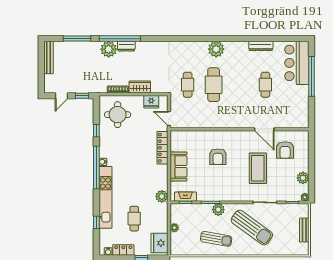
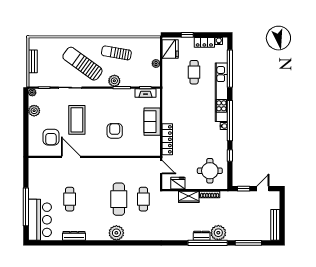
armchair: (285, 150) -> (51, 137), turned 180
plant: (162, 196) -> (168, 93), removed
window: (96, 222) -> (230, 69), width x3.17

